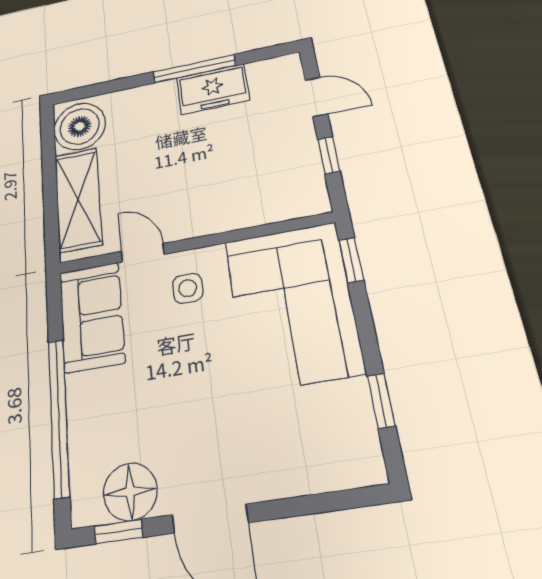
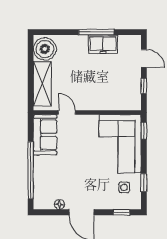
side table: (188, 288) -> (124, 187), moved
floor lamp: (130, 492) -> (59, 204), width x0.53, depth x0.53
window: (119, 532) -> (121, 212), moved

